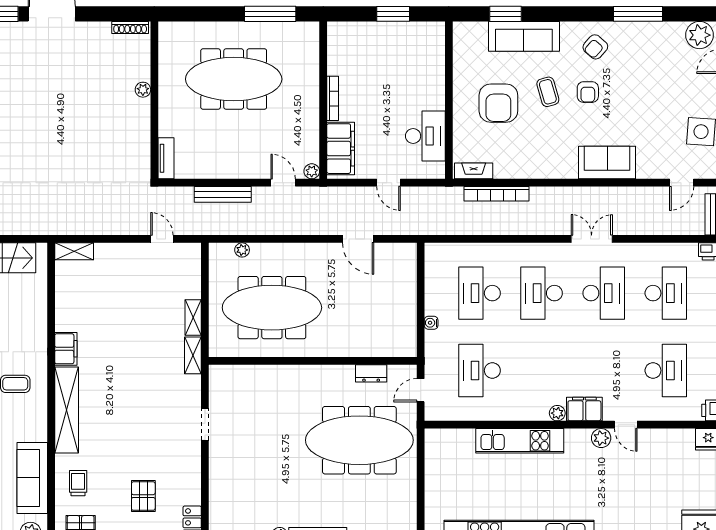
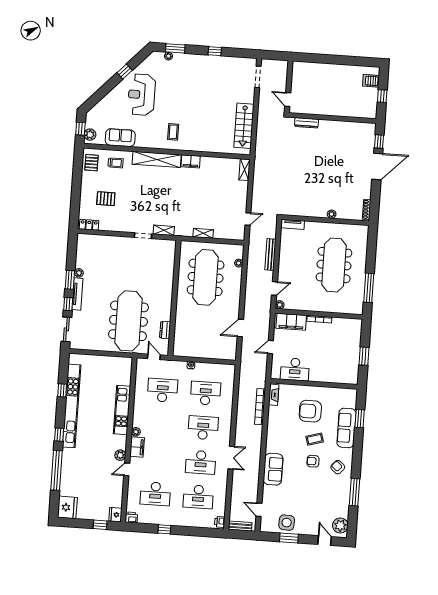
shelving: (193, 355) -> (164, 230), moved
sofa: (32, 478) -> (120, 138), width x0.73

